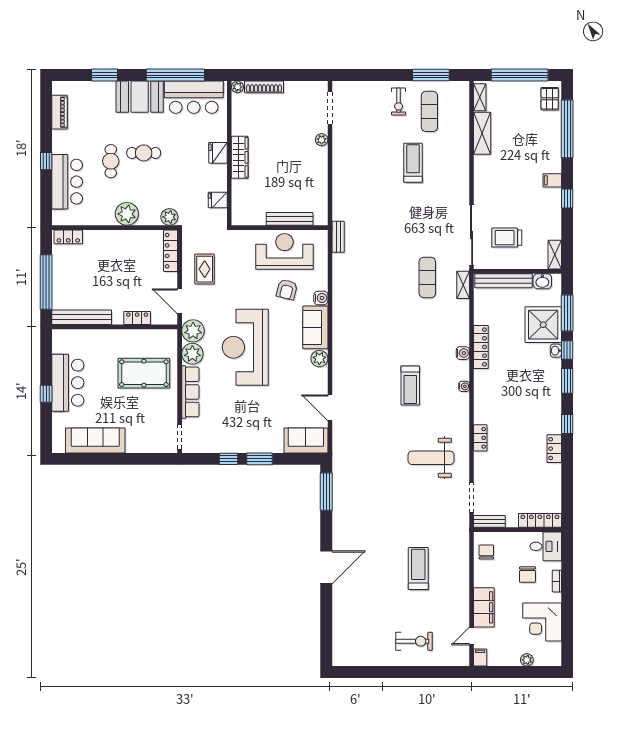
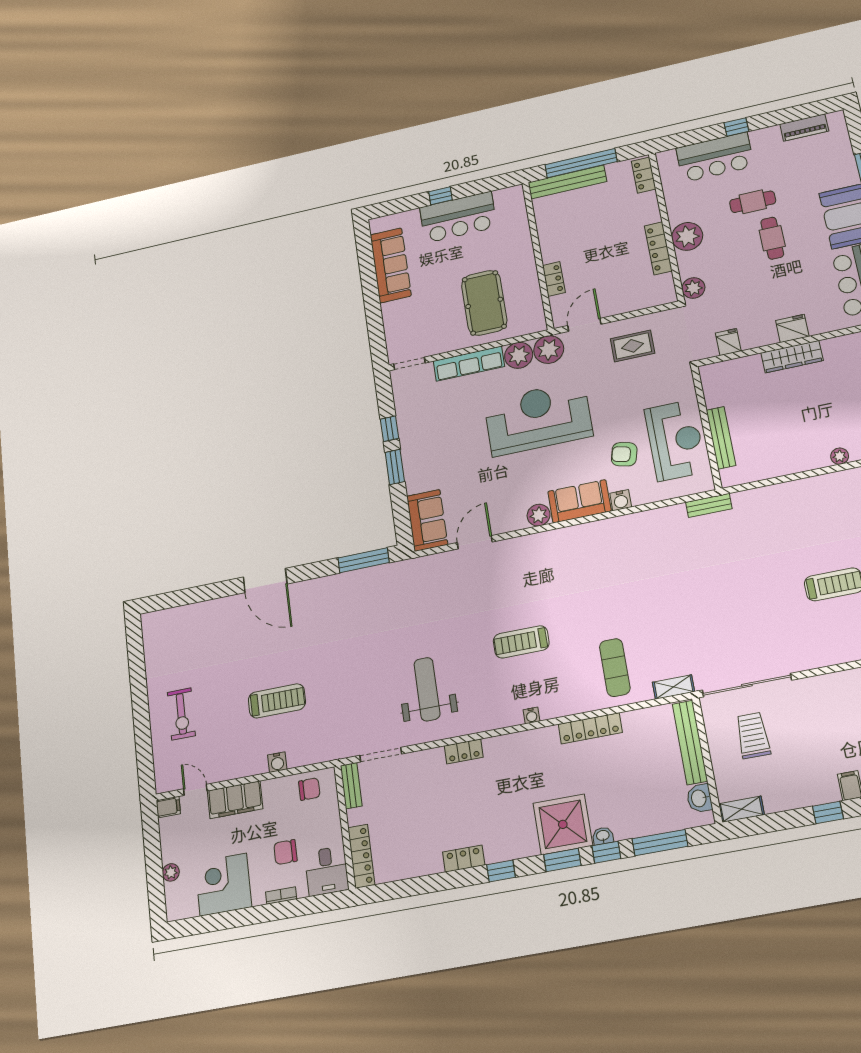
locker: (171, 251) -> (658, 248), moved, turned -90
exercise mat: (427, 277) -> (615, 668), moved, turned 90
bench: (82, 317) -> (567, 182), moved, turned 90
shower: (543, 325) -> (563, 824), moved
water cooler: (463, 353) -> (277, 762), moved

